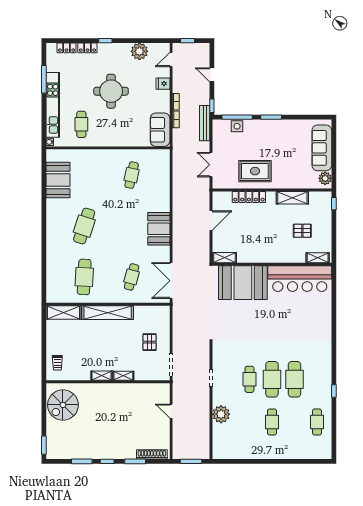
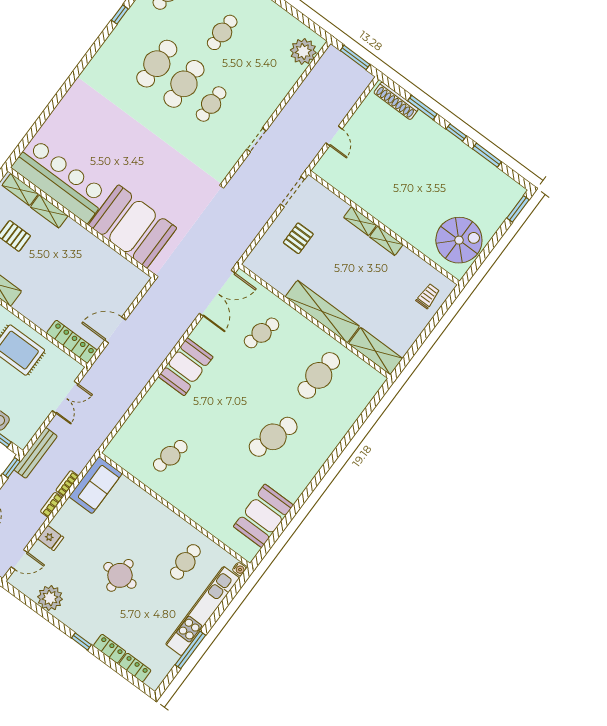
round table: (111, 91) -> (120, 575), width x0.73, depth x0.73
locker: (249, 197) -> (72, 342), moved
shelving: (225, 258) -> (49, 211), moved
plant: (221, 414) -> (303, 51), moved

